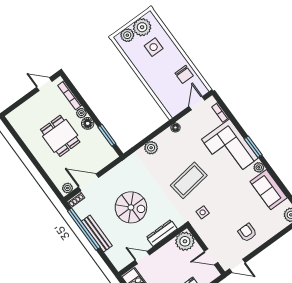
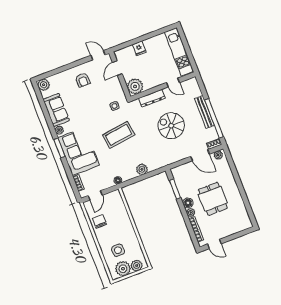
door: (211, 257) -> (117, 68), swing flipped

